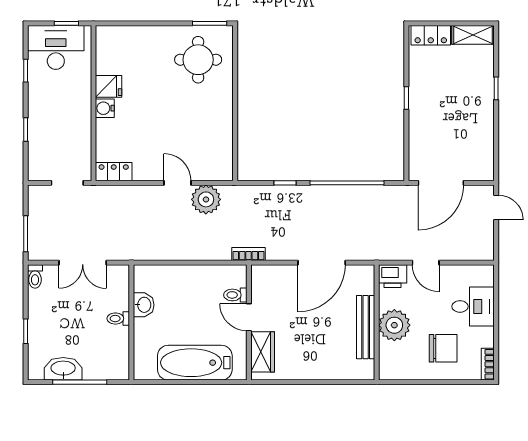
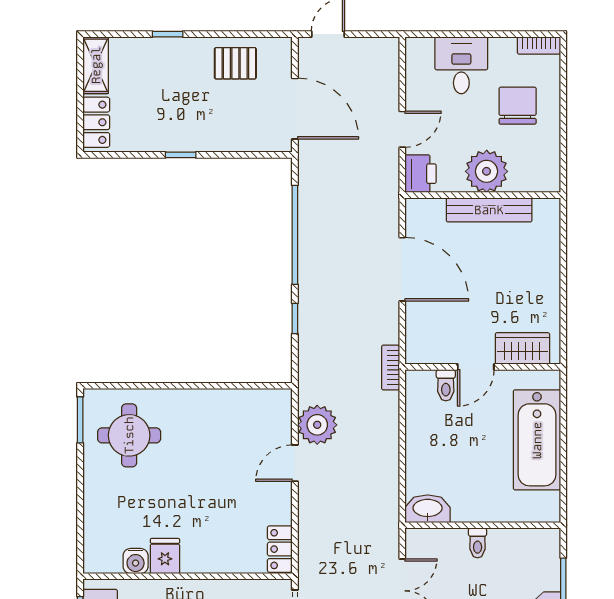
water cooler: (105, 108) -> (136, 561), moved
pallet: (475, 139) -> (235, 63), added
washbasin: (144, 305) -> (428, 509), moved, width x1.38

